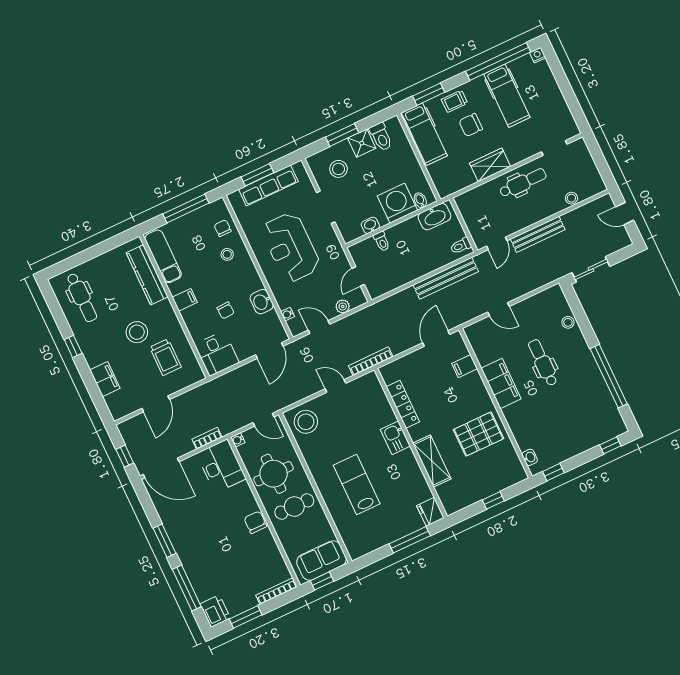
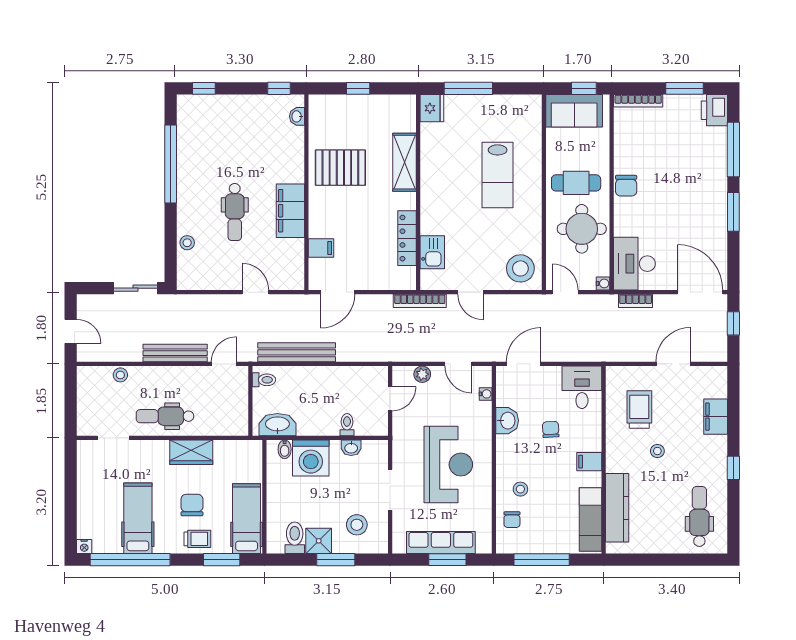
chair: (471, 125) -> (192, 505), turned -90
stool: (137, 332) -> (657, 451), width x0.53, depth x0.53
kitchen sink: (395, 438) -> (432, 252), moved

